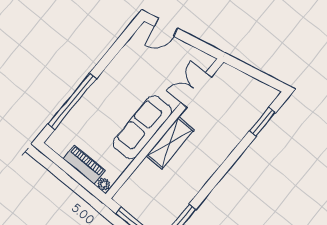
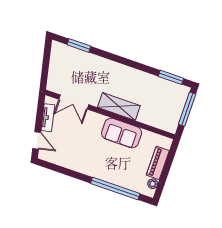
tv unit: (189, 51) -> (48, 118), added
sofa: (142, 127) -> (122, 133), width x0.73
plant: (104, 184) -> (153, 184), moved

